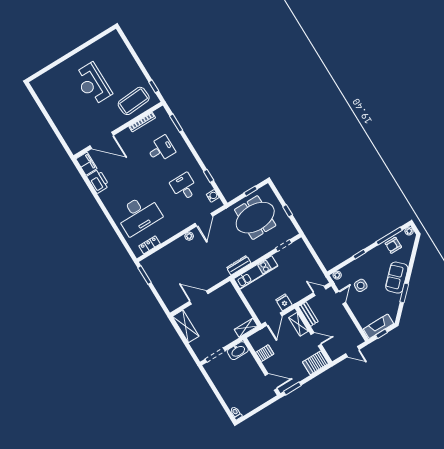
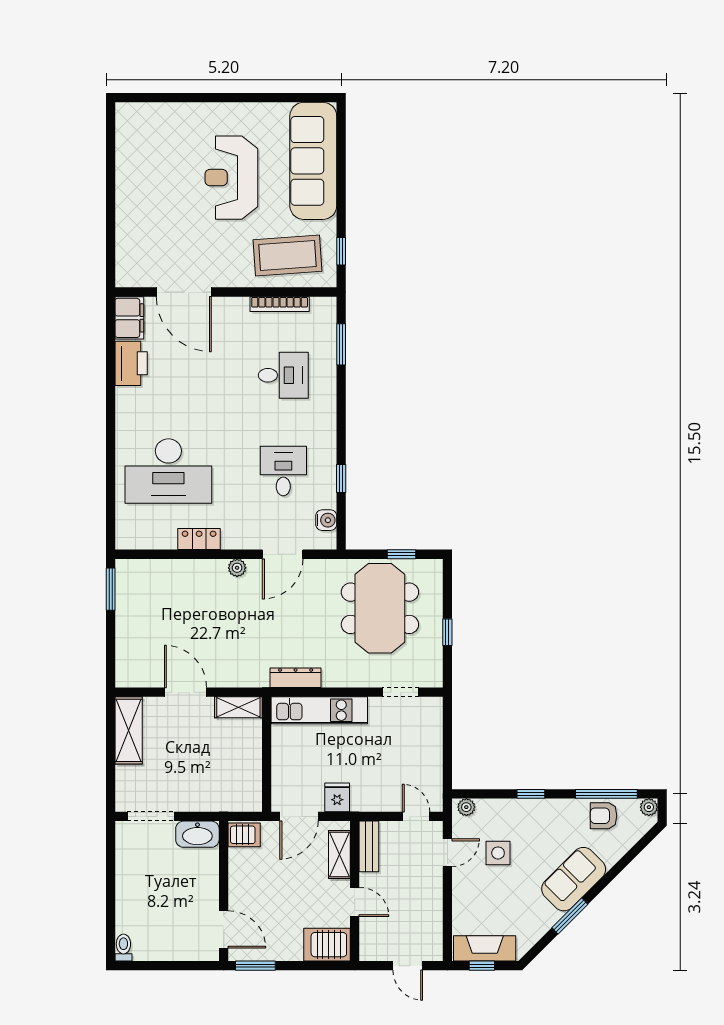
sofa: (121, 57) -> (313, 161), added
meeting table: (255, 218) -> (380, 608), turned 90
locker: (150, 245) -> (199, 539), moved
shelving: (246, 328) -> (238, 707), moved
server rack: (265, 353) -> (244, 835), moved

